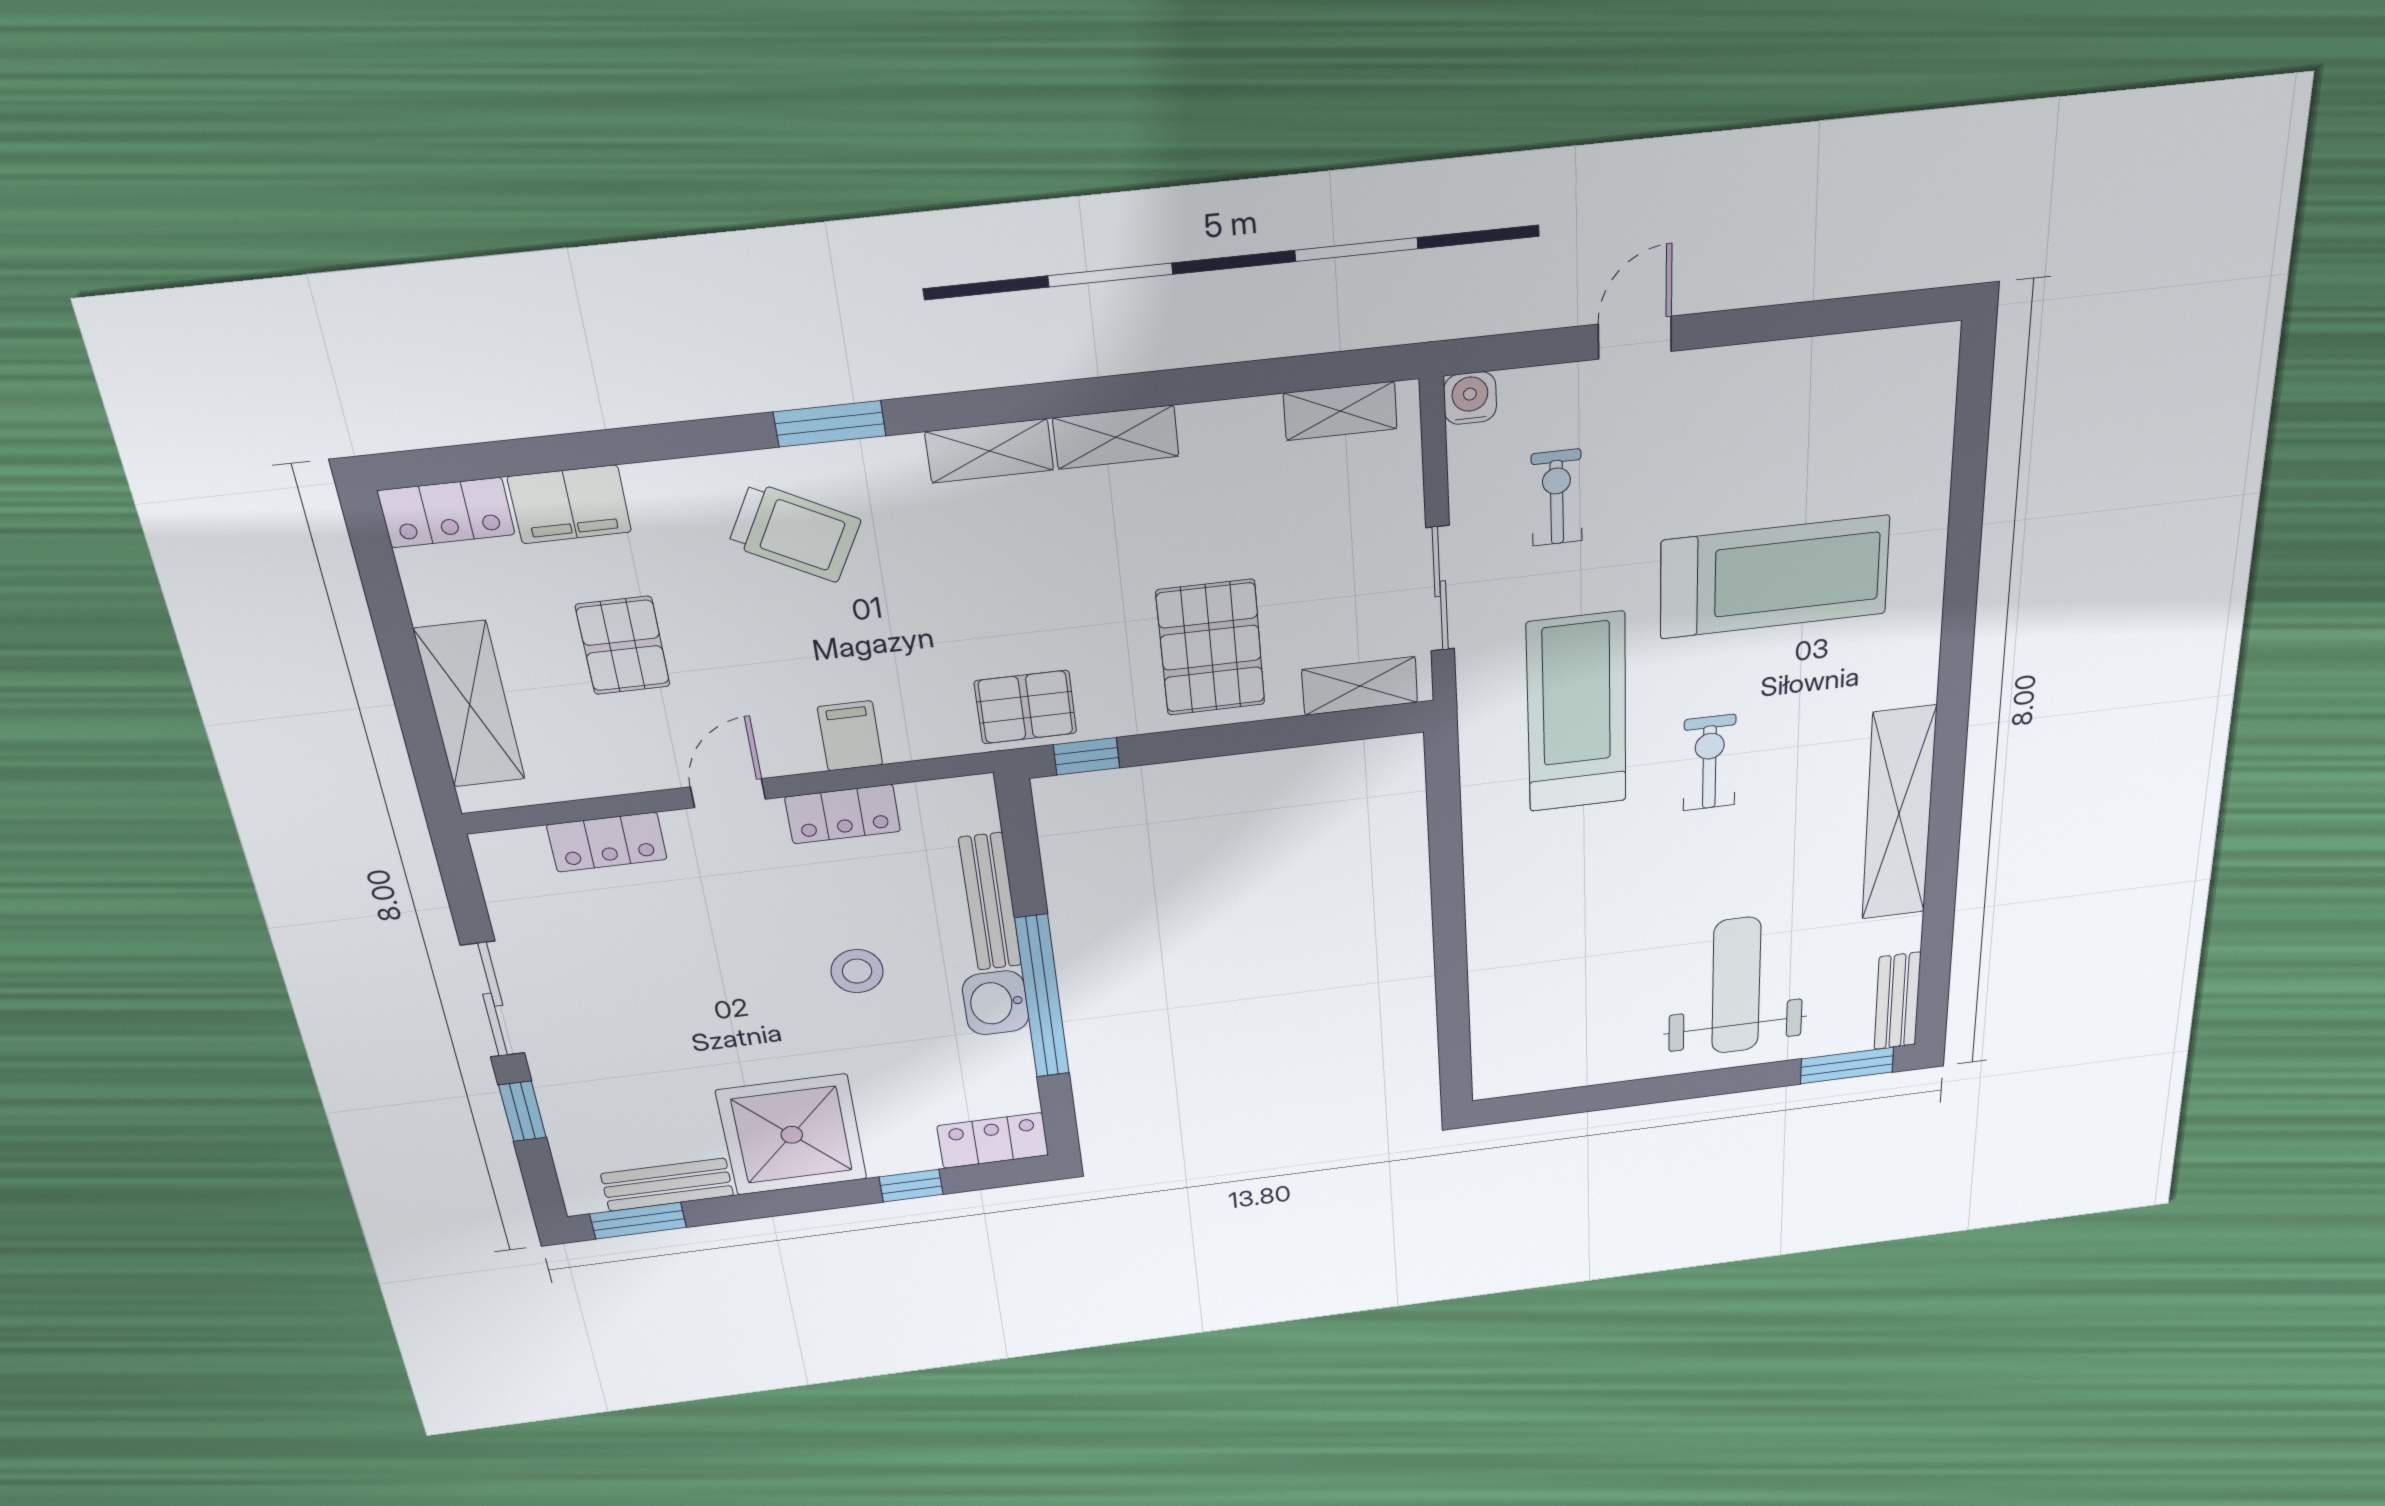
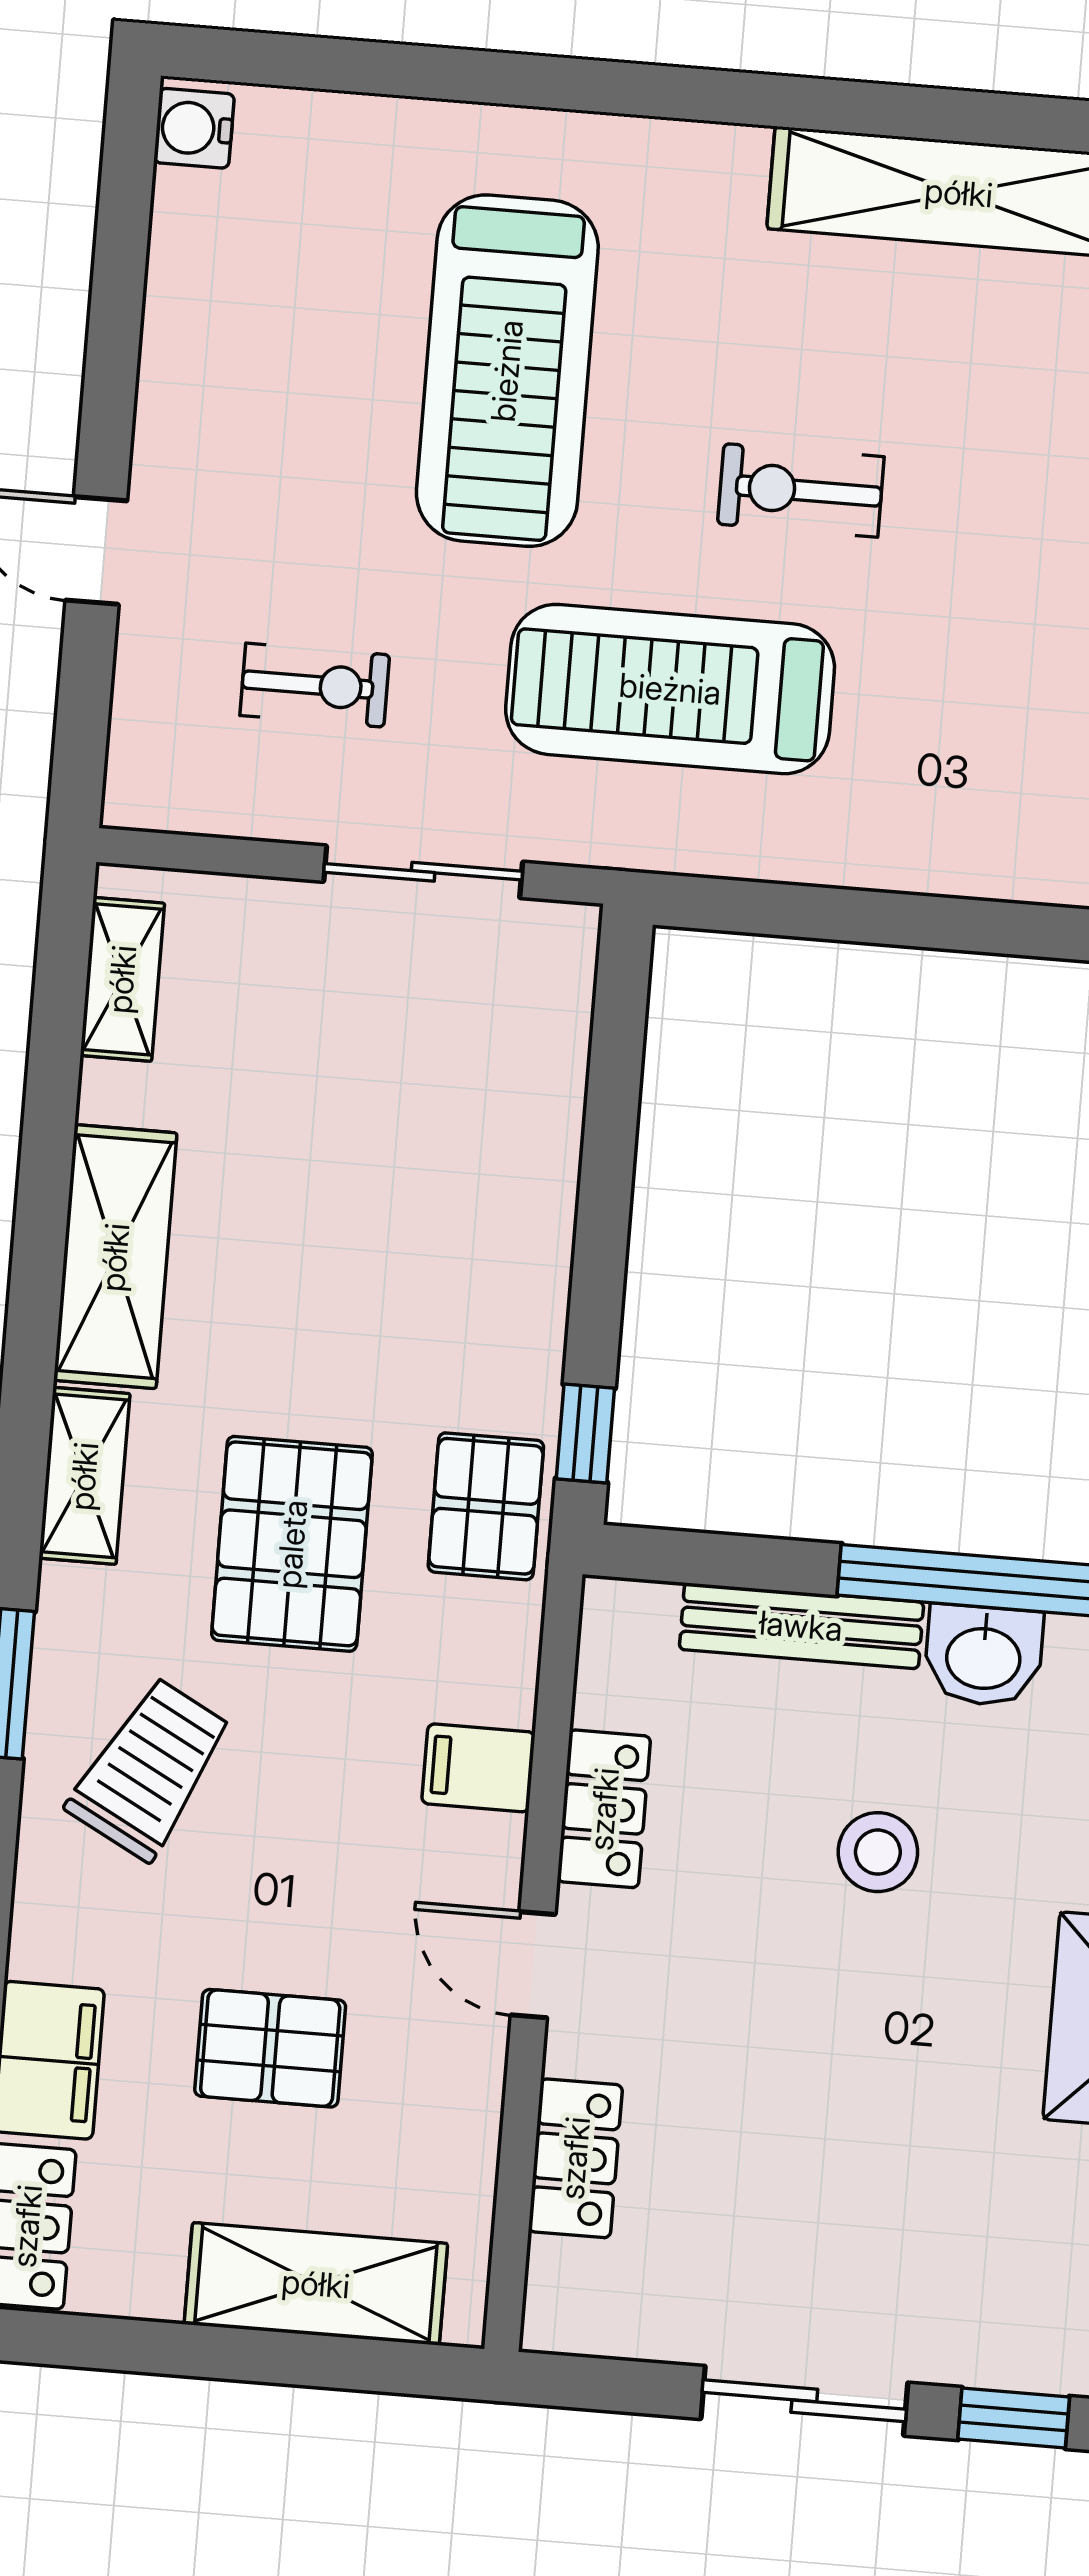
water cooler: (1470, 398) -> (194, 128), moved
shelving: (1116, 437) -> (115, 1257), width x1.50, depth x1.33
exercise bike: (1557, 498) -> (315, 685), turned 180
treadmill: (1774, 577) -> (507, 371), turned 180
pallet: (1211, 648) -> (292, 1544), moved, turned 90
shelving: (1360, 686) -> (556, 1011), removed

